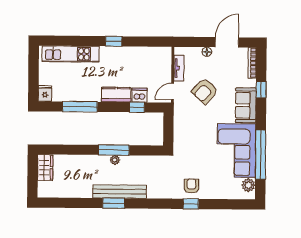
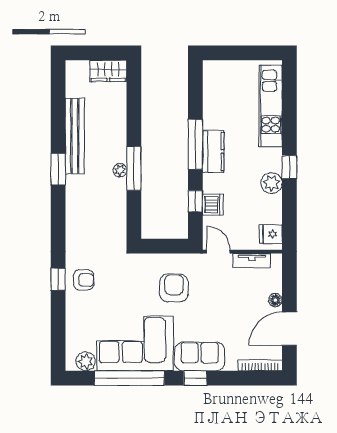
door: (227, 42) -> (289, 329), swing flipped
plant: (125, 54) -> (272, 183), added
window: (261, 90) -> (195, 378), moved
armchair: (205, 91) -> (174, 288), moved, turned 47
fridge: (45, 93) -> (271, 234), moved, turned 180
kitchen counter: (116, 95) -> (213, 152), moved
window: (80, 107) -> (195, 144), moved
bench: (120, 192) -> (75, 136), moved

